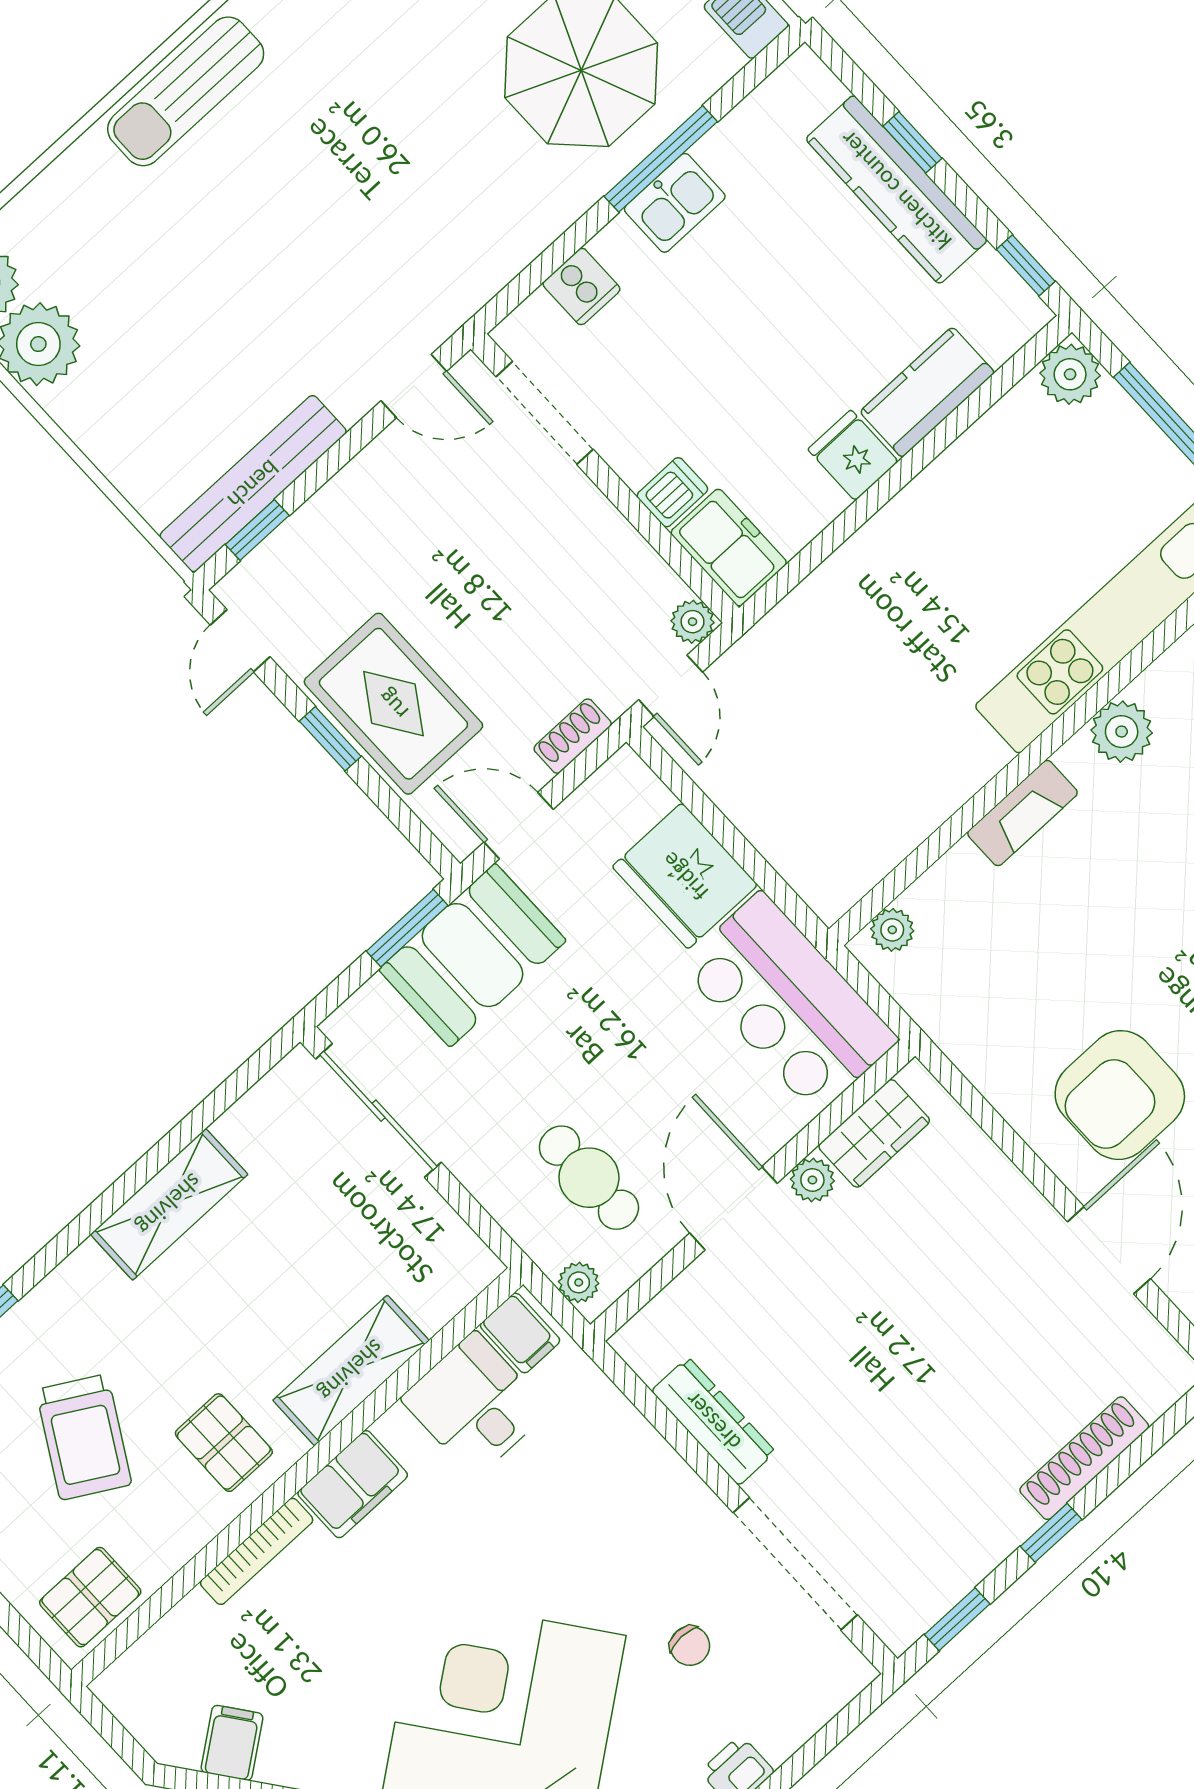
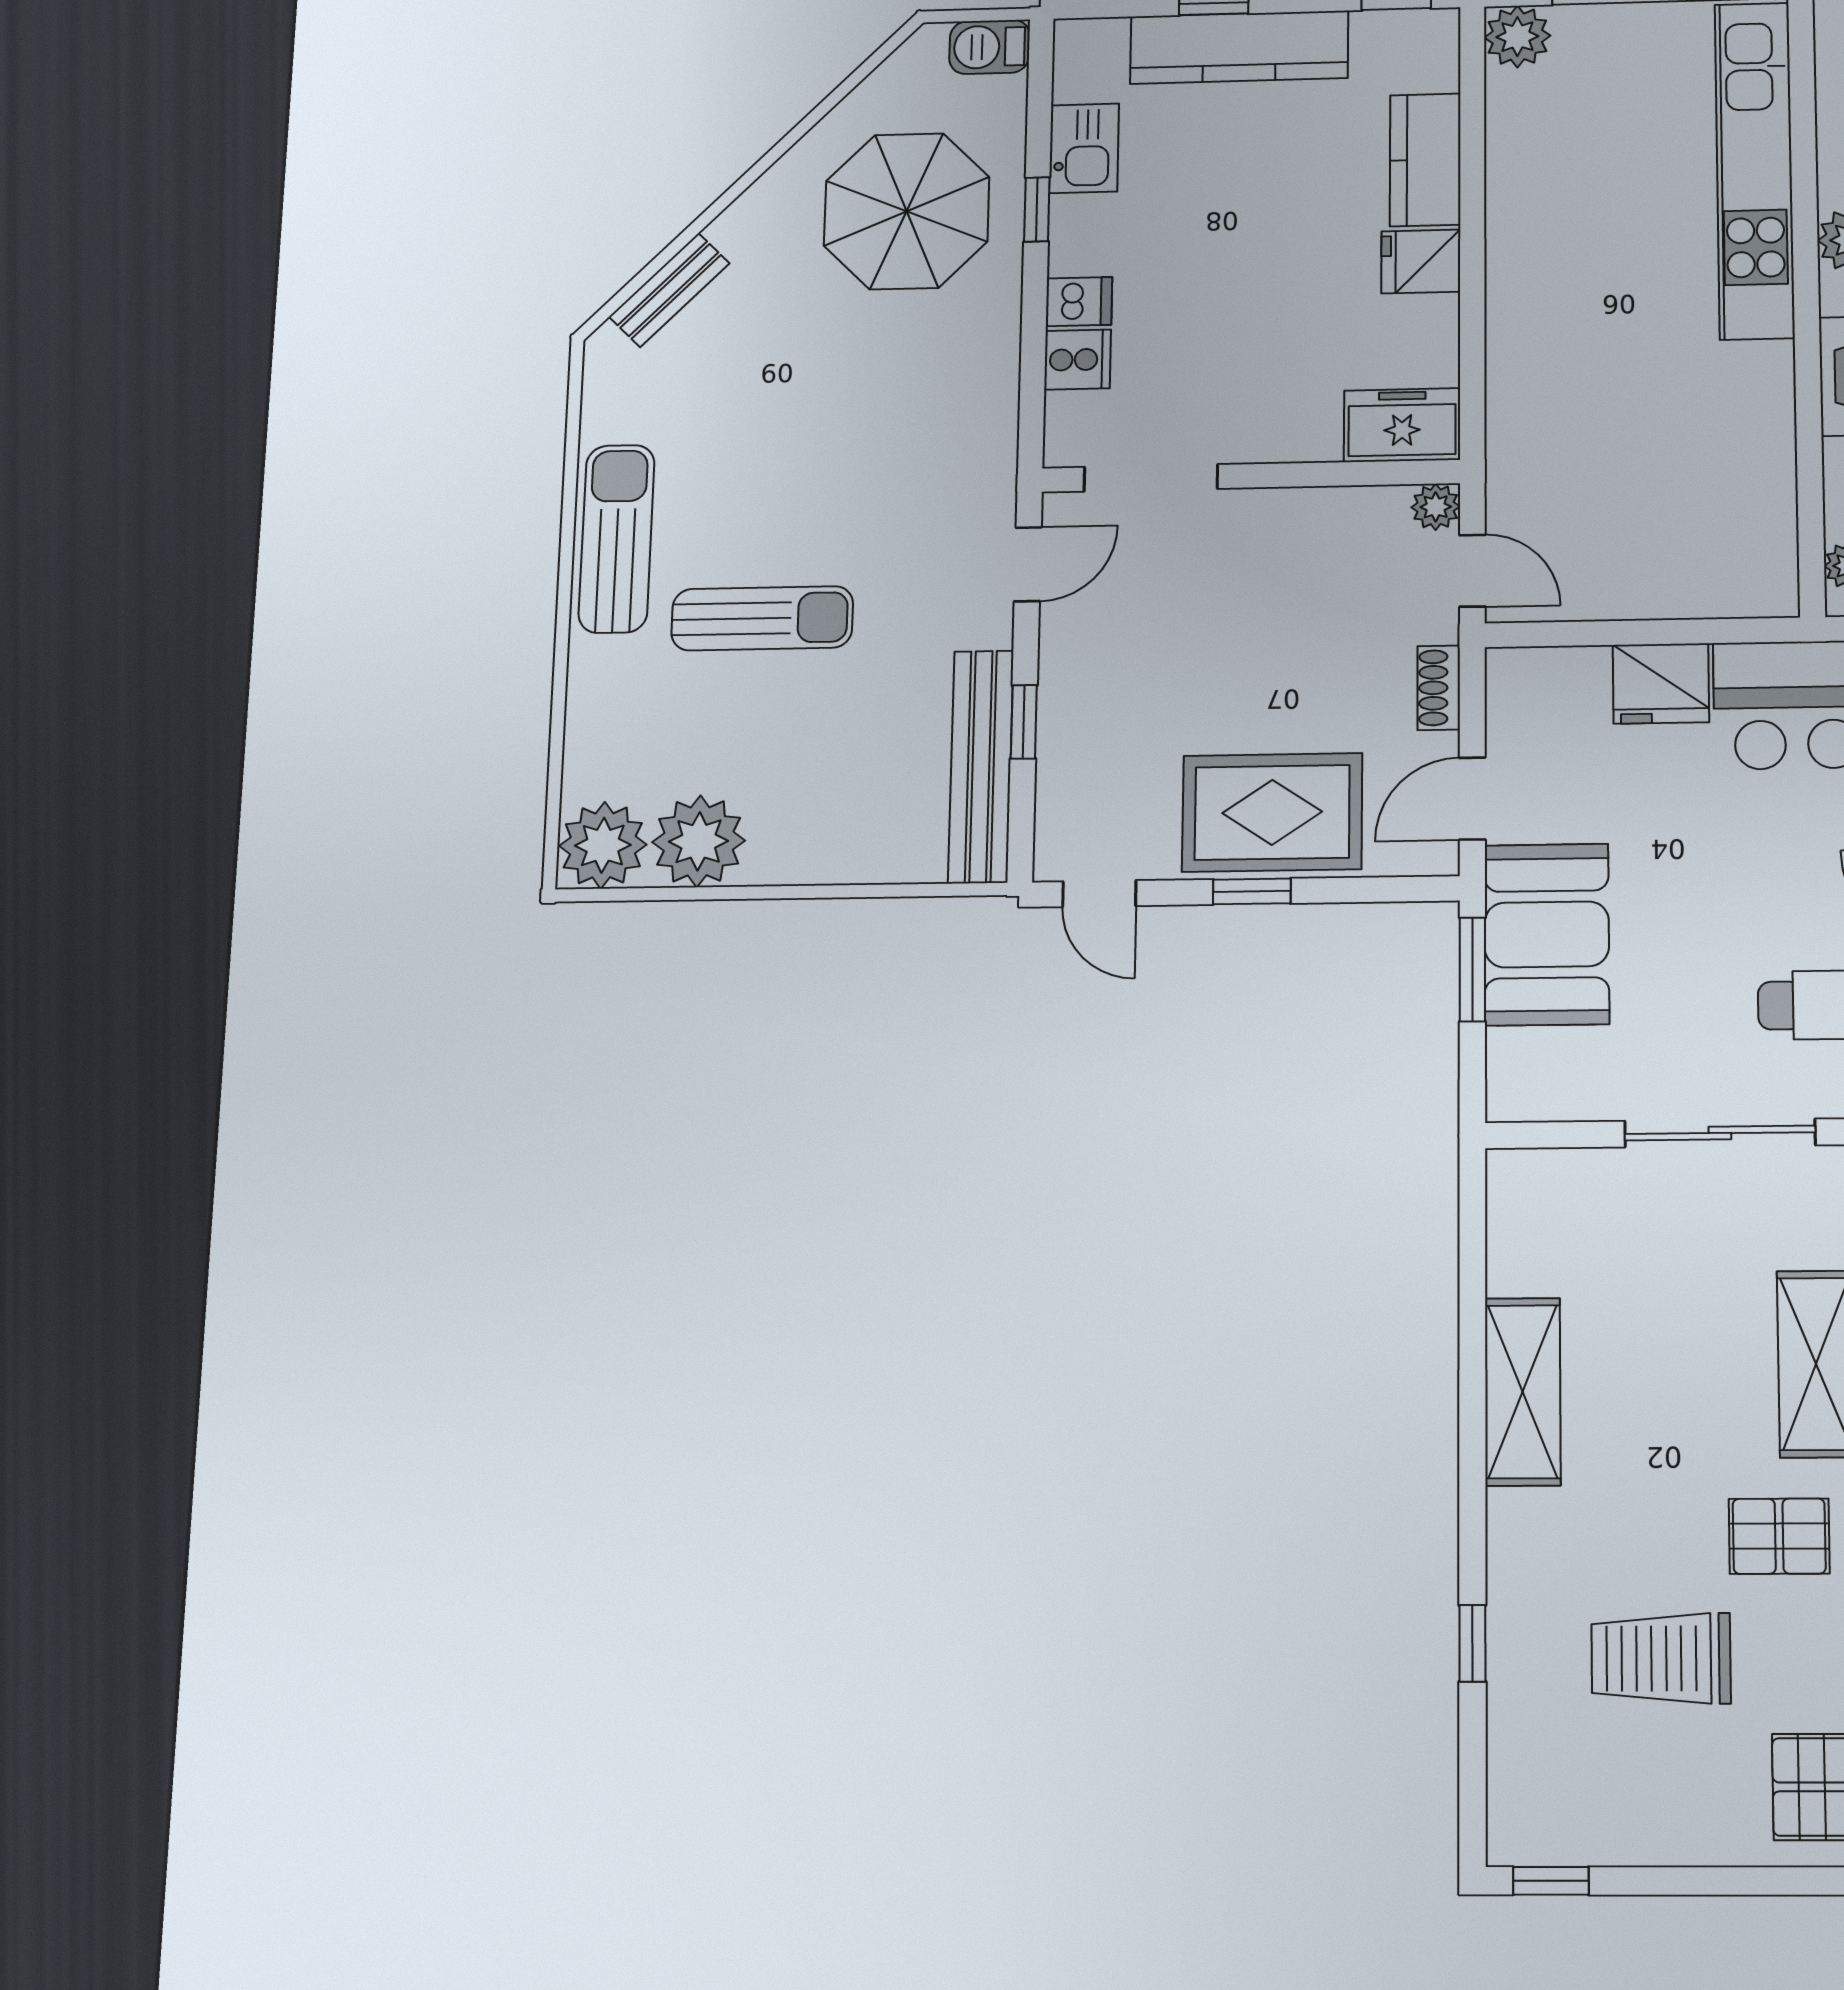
sun lounger: (186, 91) -> (617, 539), turned 180
window: (661, 159) -> (1037, 209), width x0.46
kitchen sink: (675, 203) -> (1084, 148), moved
sun lounger: (220, 243) -> (762, 618), added
dishwasher: (672, 492) -> (1079, 302), moved, turned 90
window: (257, 530) -> (1024, 722), moved
fridge: (685, 876) -> (1661, 683), width x0.73, depth x0.75
sliding door: (378, 1111) -> (1720, 1133), moved
trolley: (84, 1437) -> (1661, 1658), turned 150

